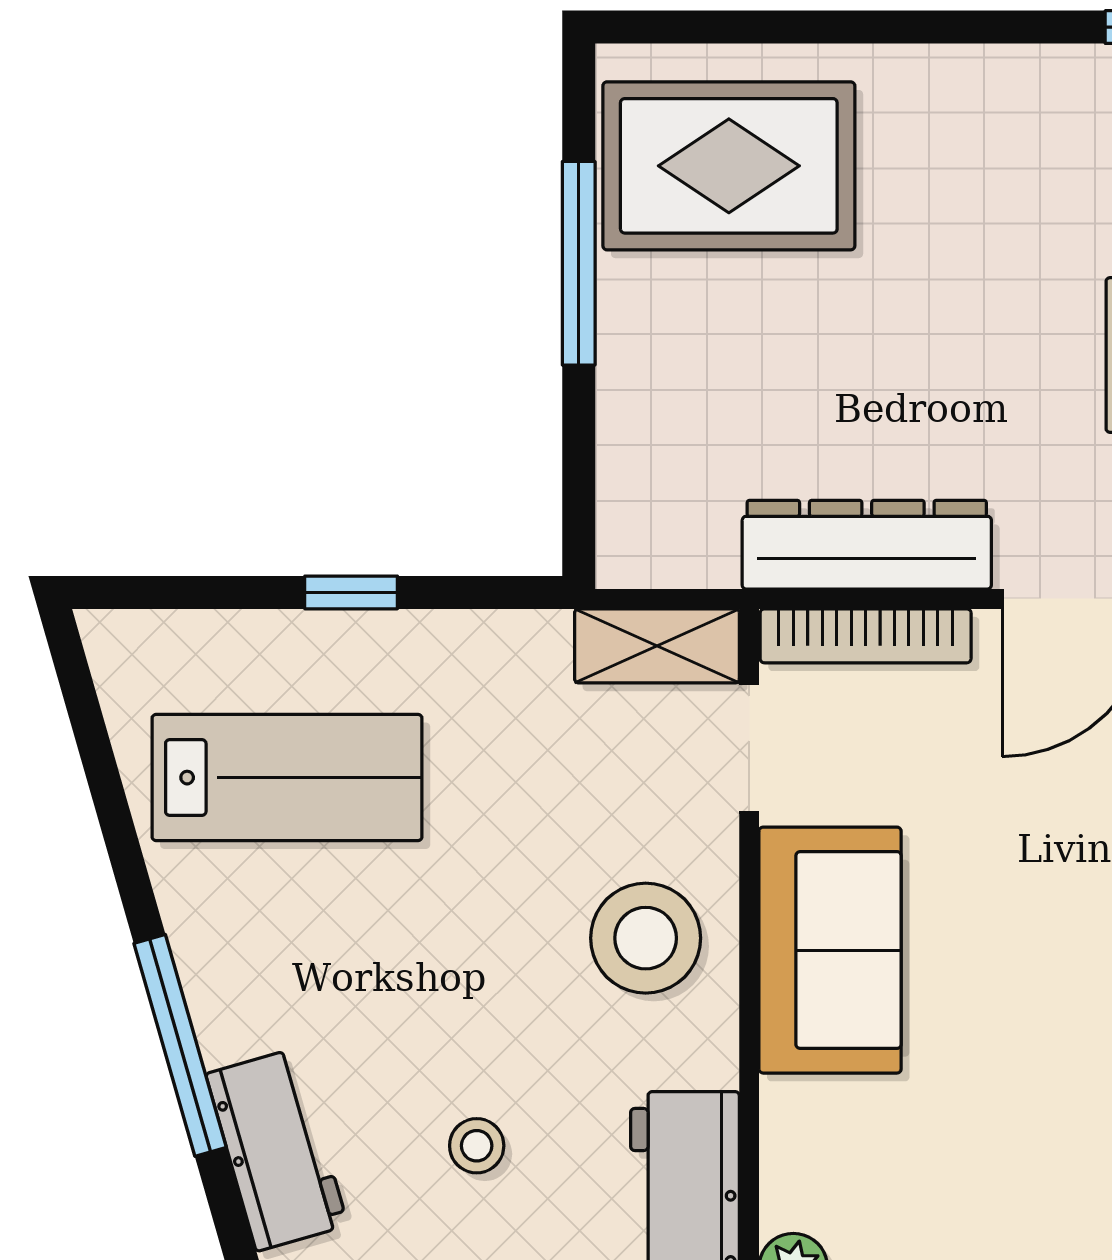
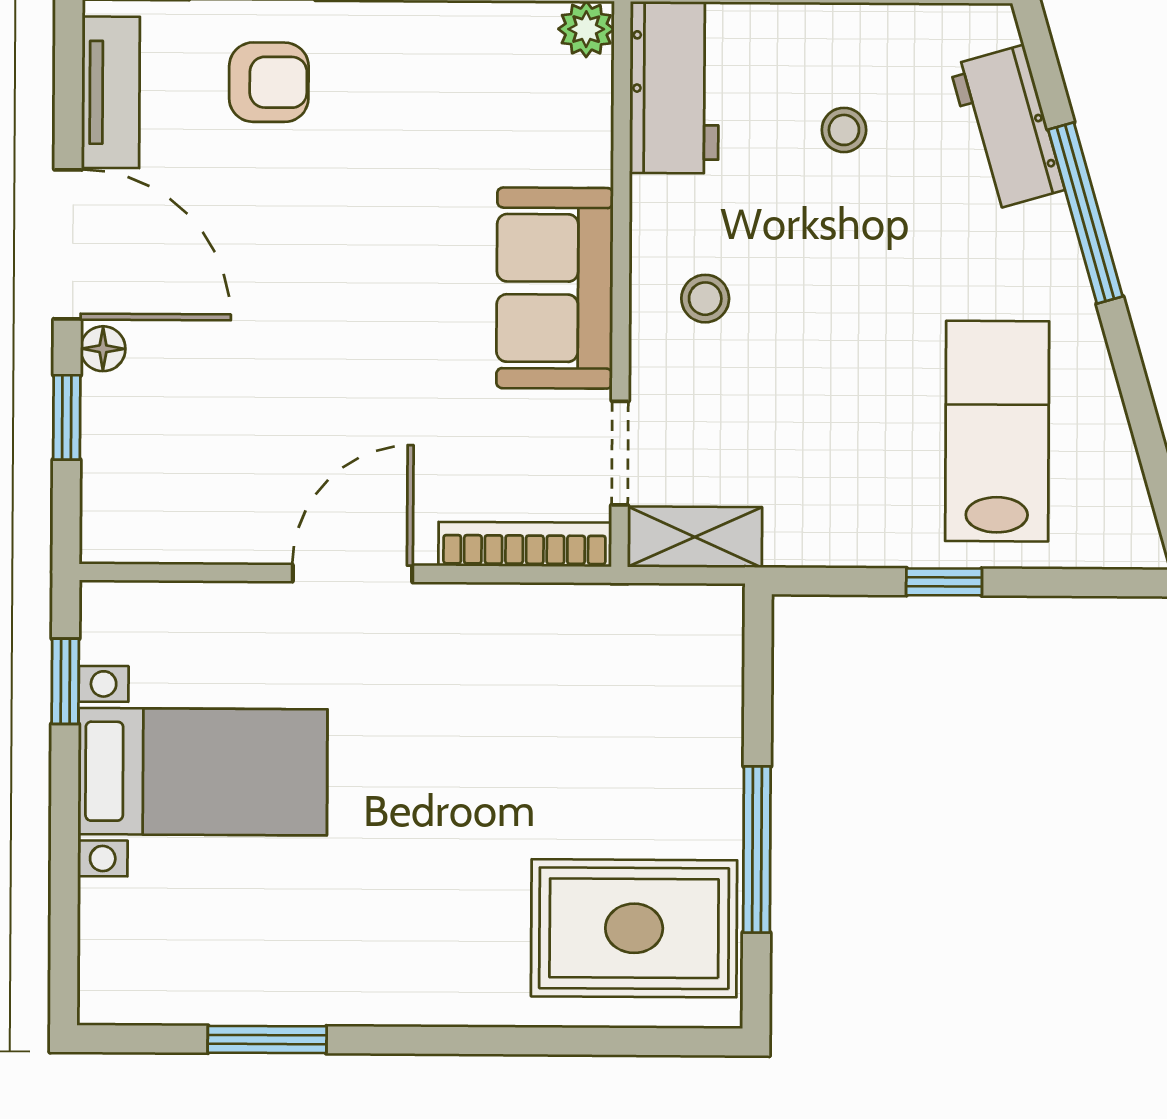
dresser: (867, 545) -> (523, 619), removed
lab bench: (287, 778) -> (997, 431), turned 90
stool: (646, 938) -> (705, 299), width x0.53, depth x0.53

